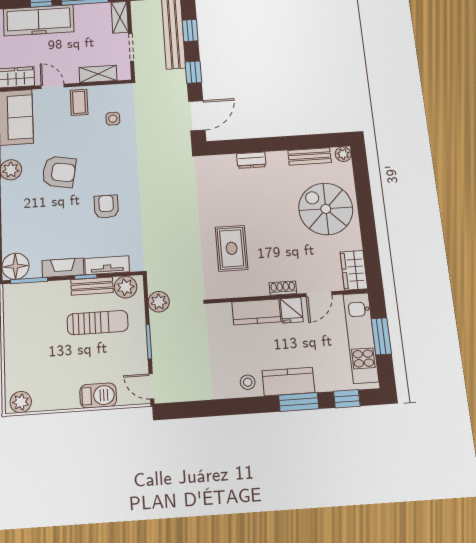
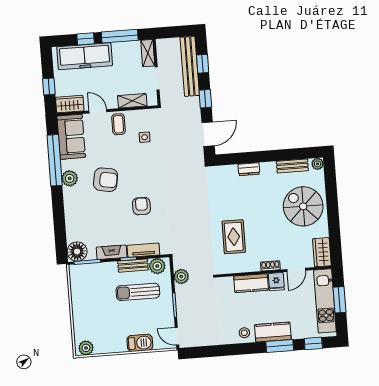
sun lounger: (98, 323) -> (138, 292), turned 180

